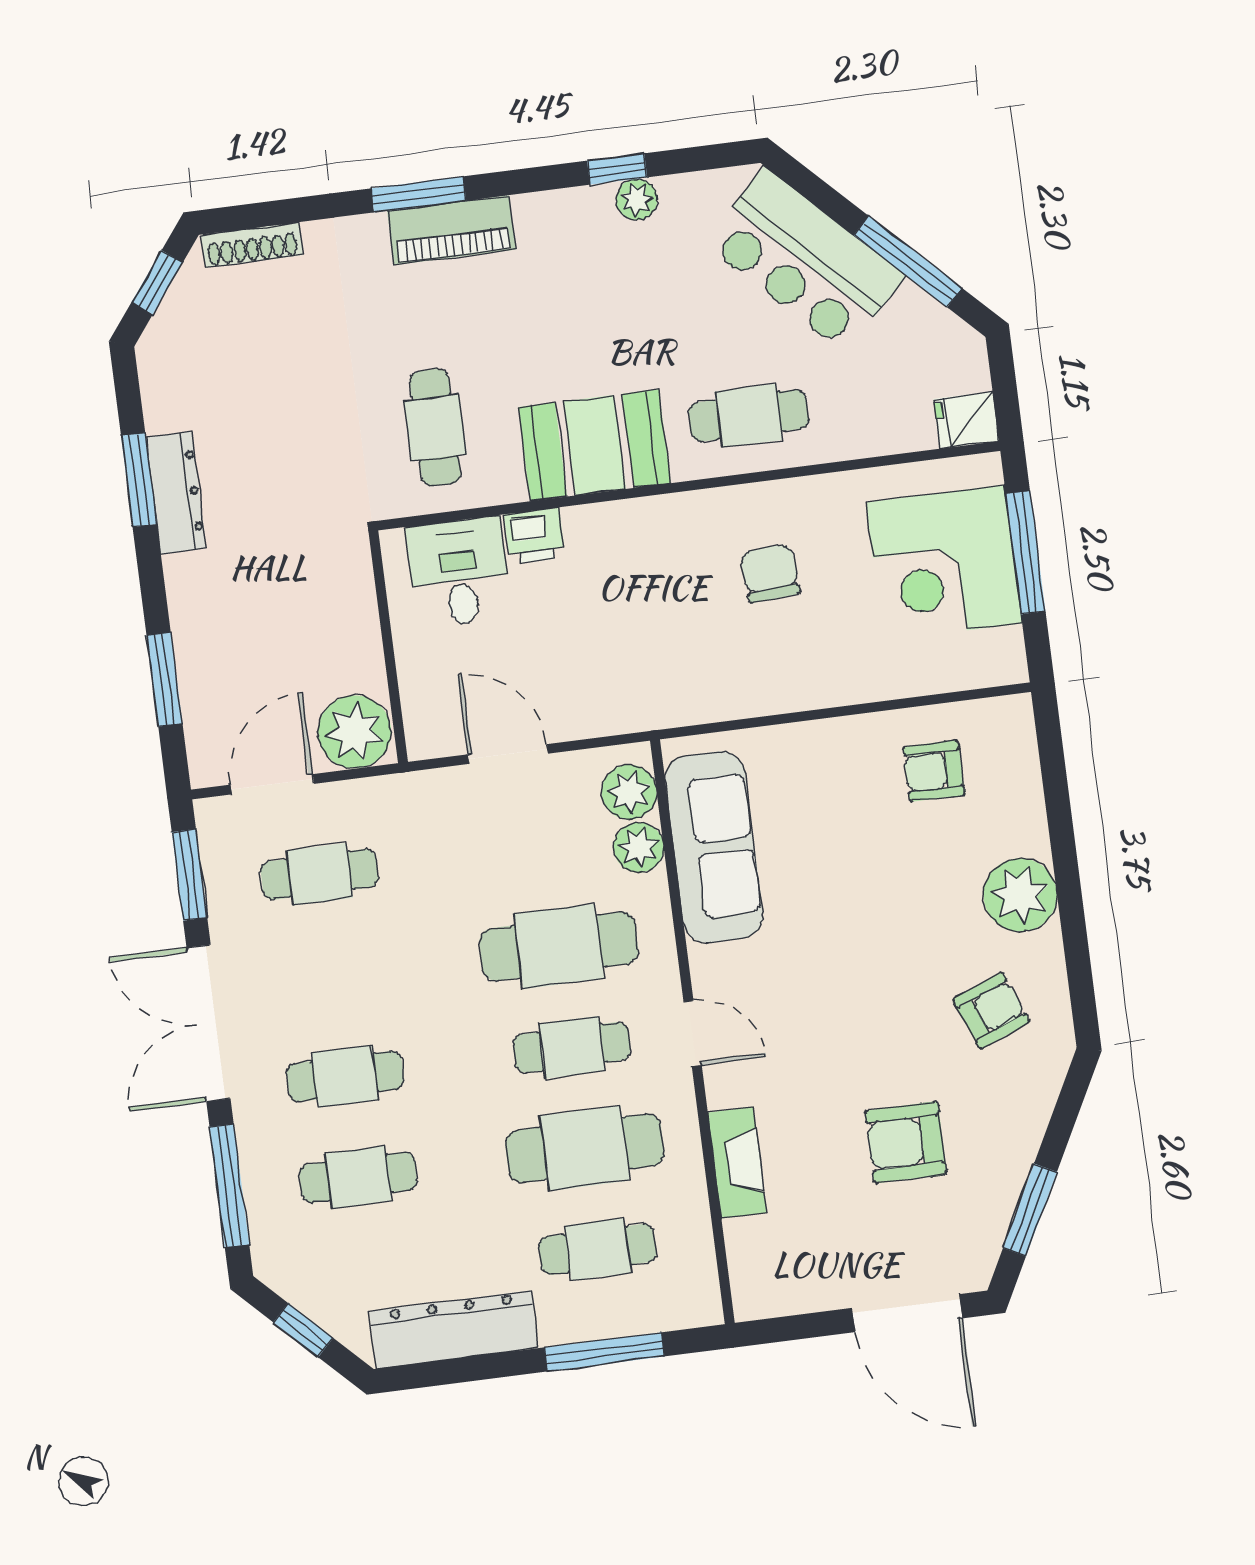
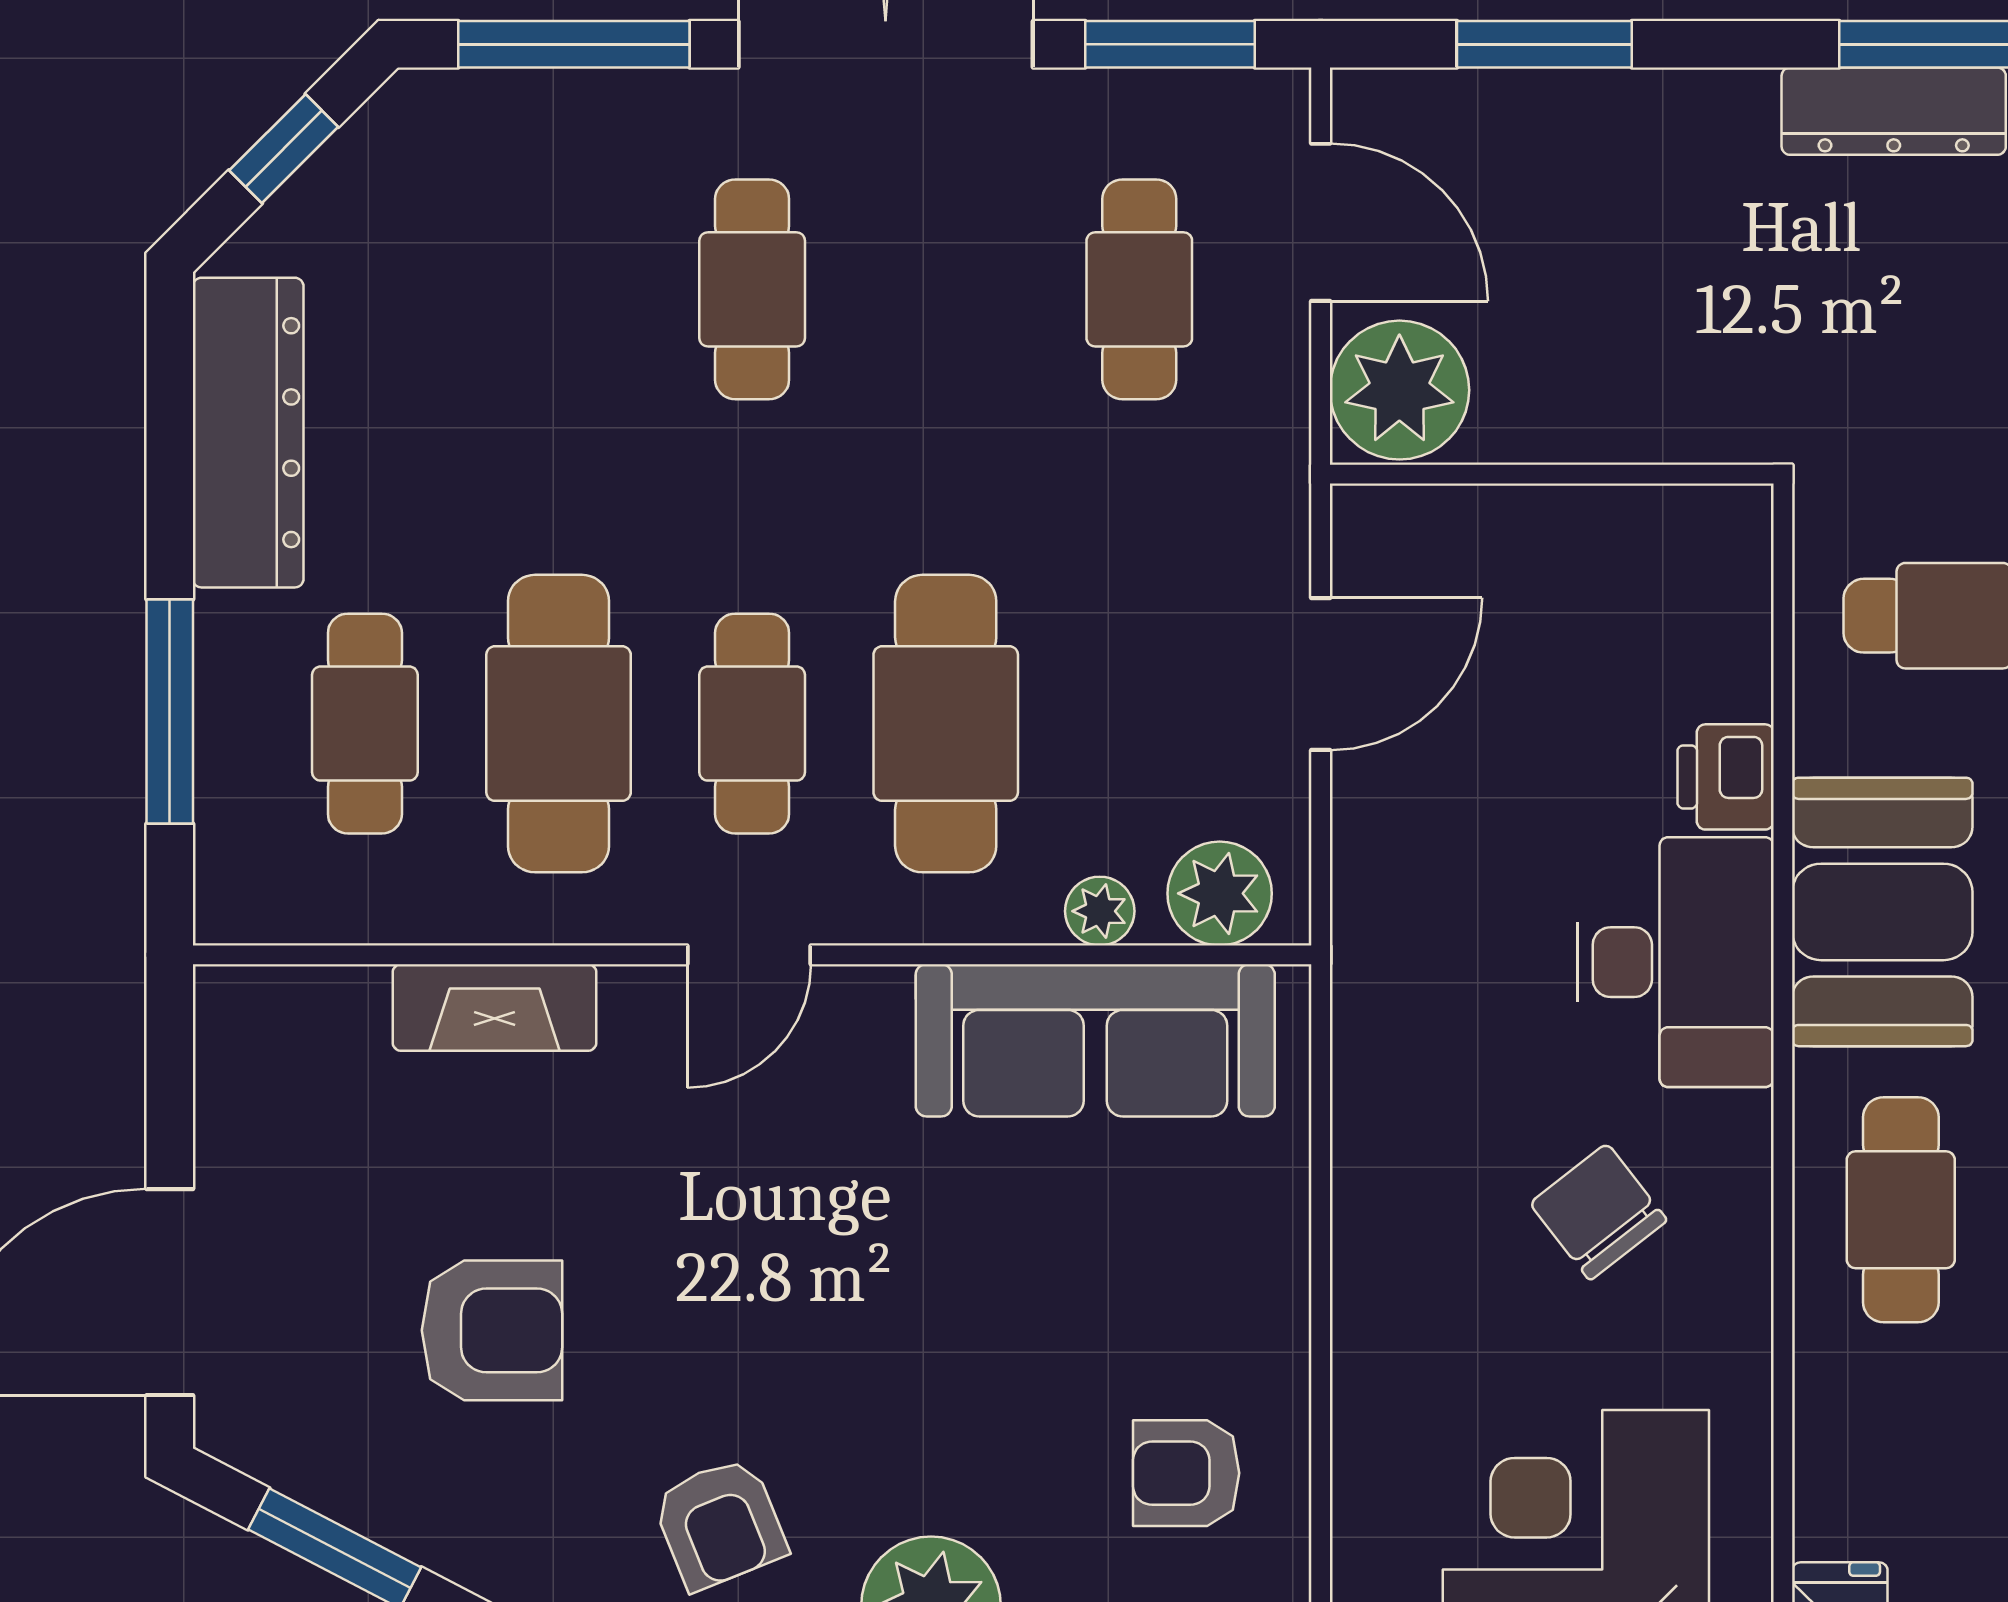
desk: (459, 572) -> (1675, 962), moved, width x1.37
chair: (770, 573) -> (1598, 1212), turned -124
armchair: (934, 771) -> (1186, 1473), turned -90
plant: (639, 848) -> (1100, 911), width x0.73, depth x0.73
armchair: (906, 1142) -> (492, 1330), turned 90
cafe table: (358, 1177) -> (559, 289), removed

